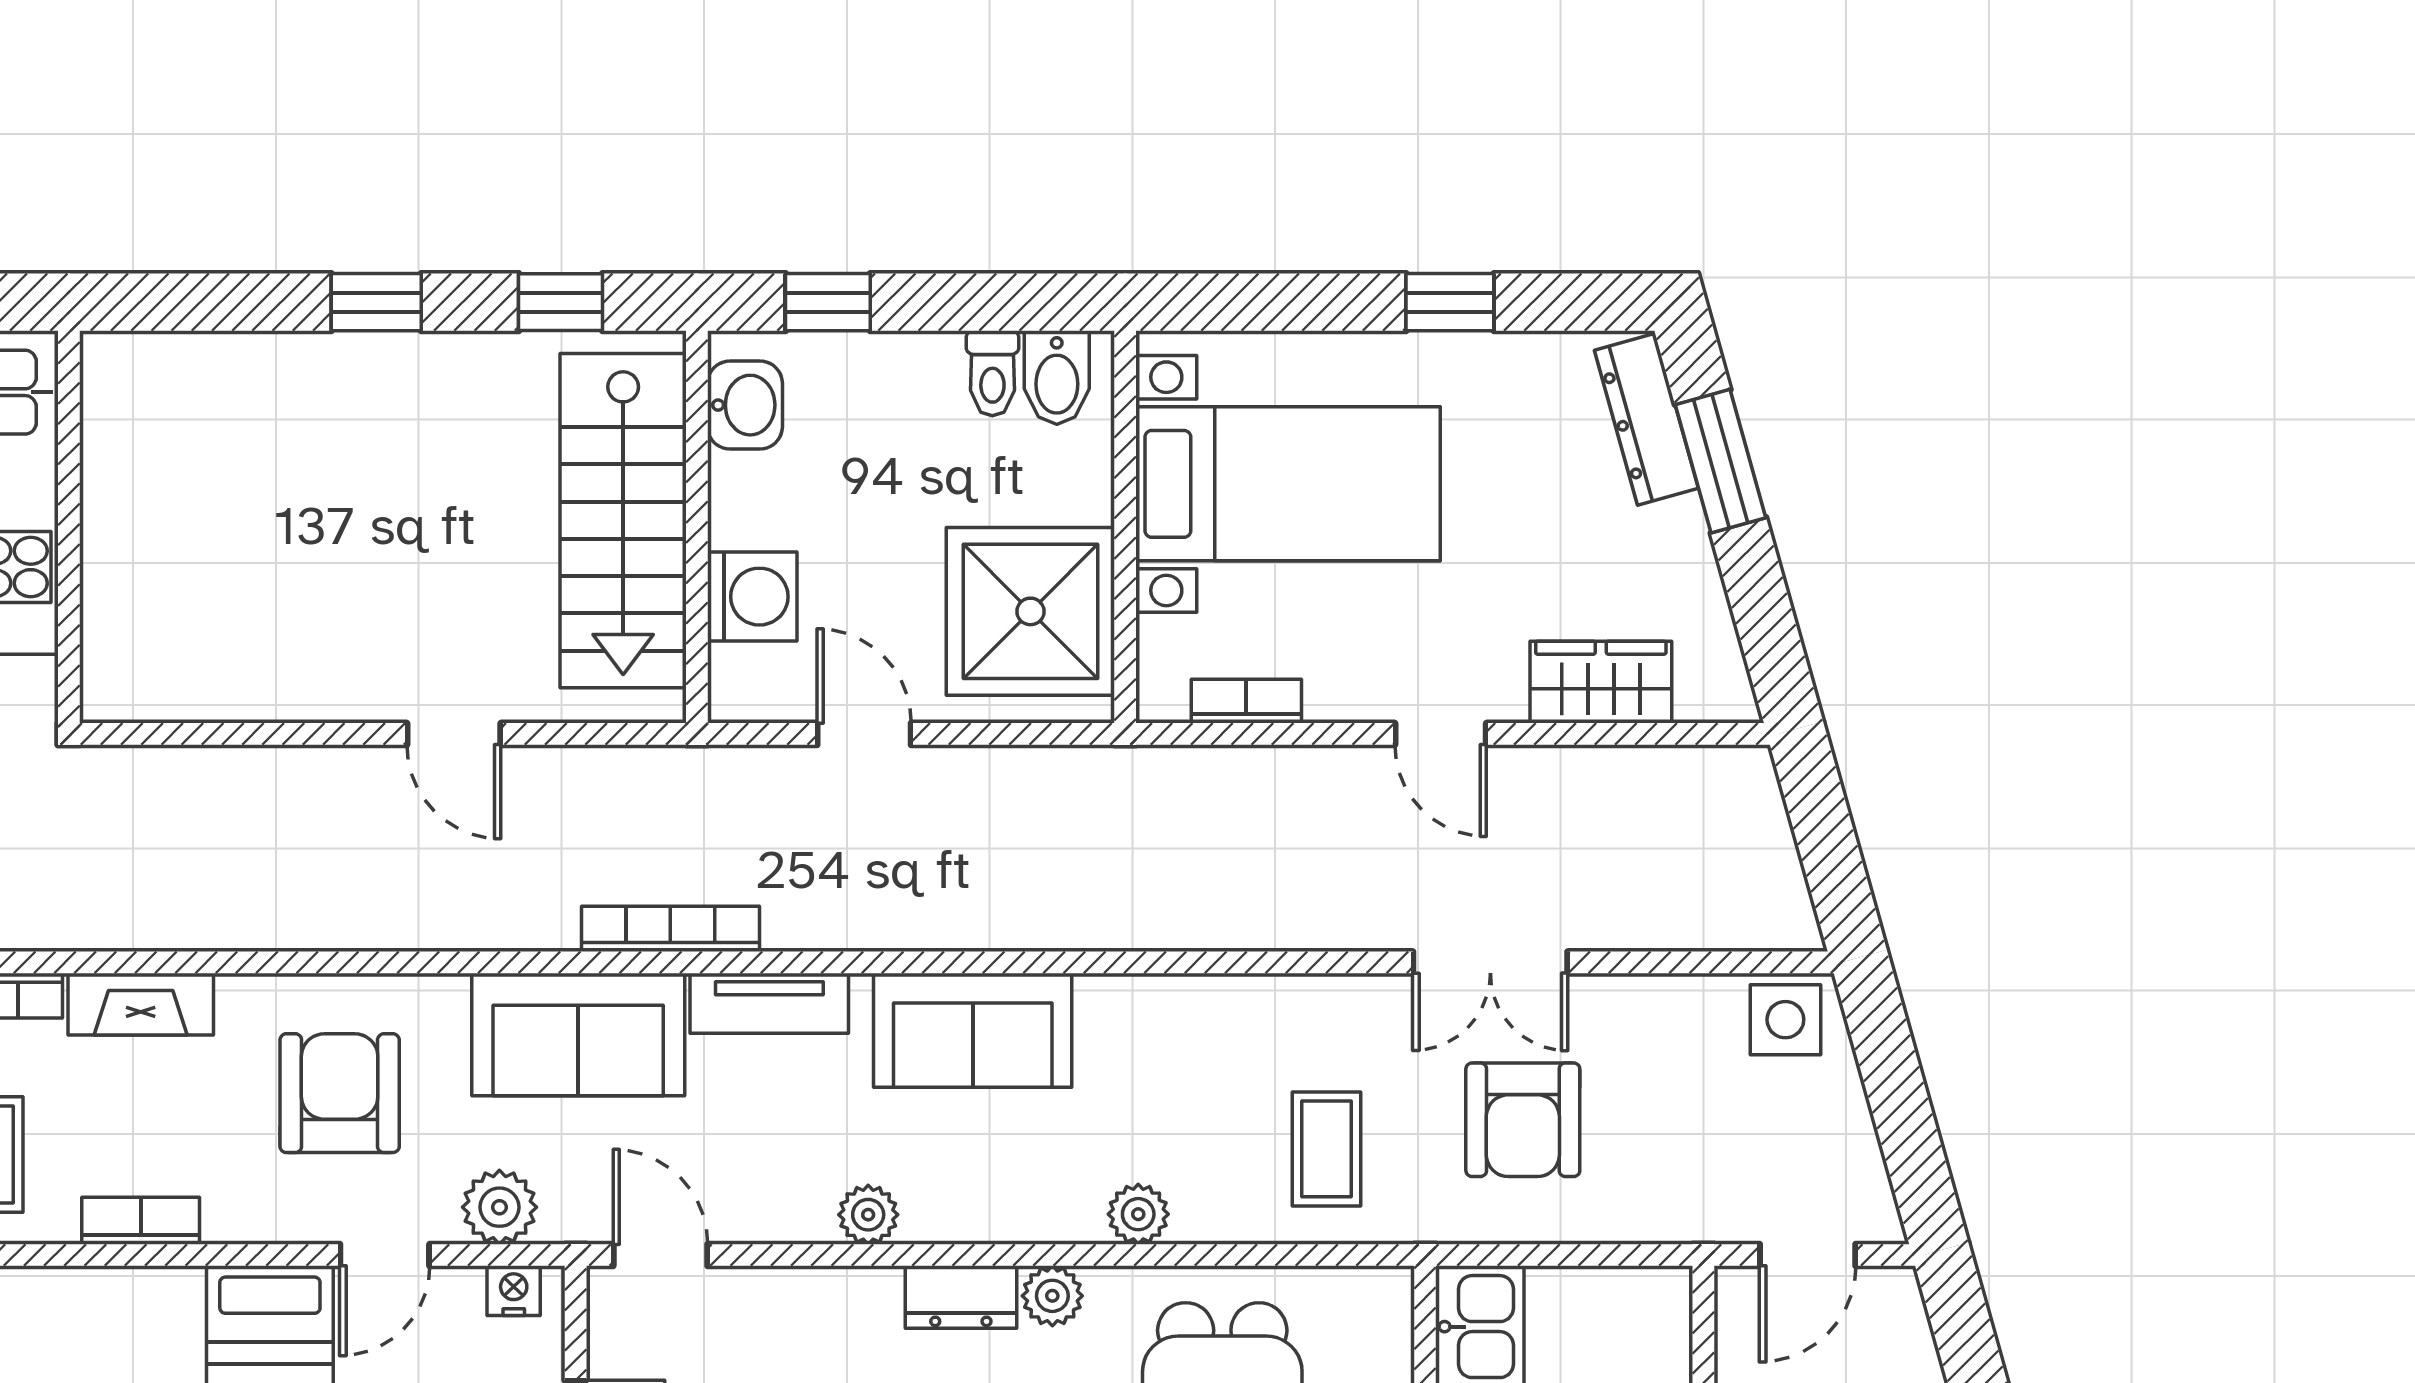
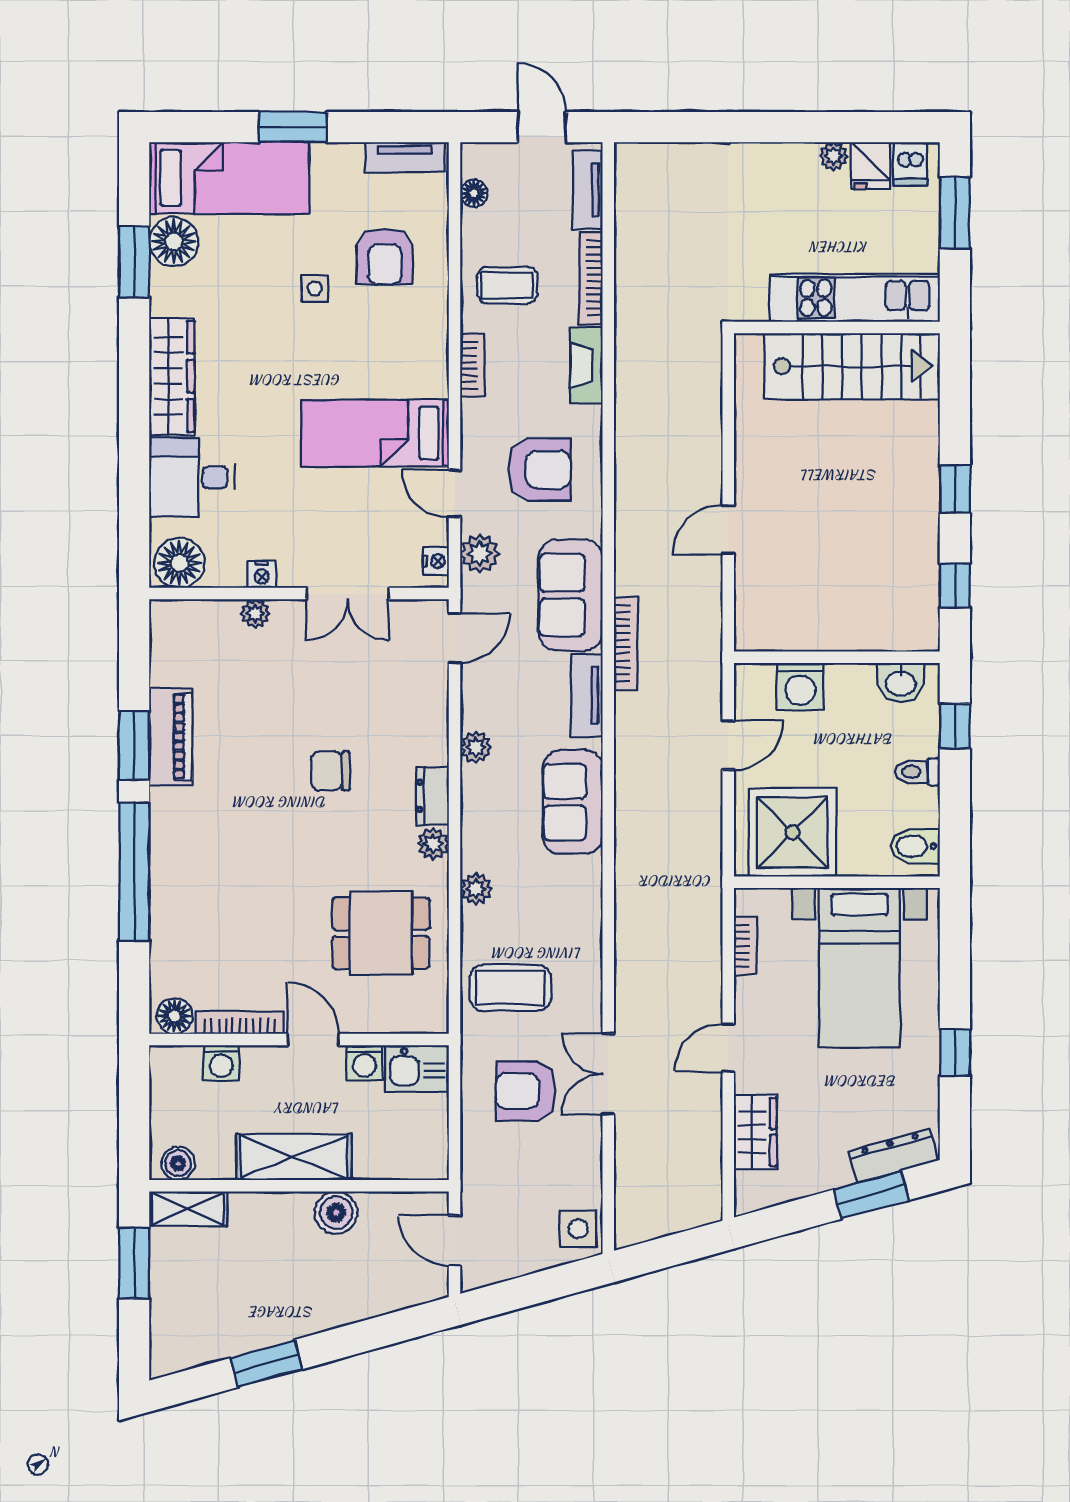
toilet: (992, 373) -> (918, 772), moved
stairs: (623, 521) -> (852, 366), moved, turned 180
coffee table: (1327, 1149) -> (510, 988), width x1.36, depth x1.30

